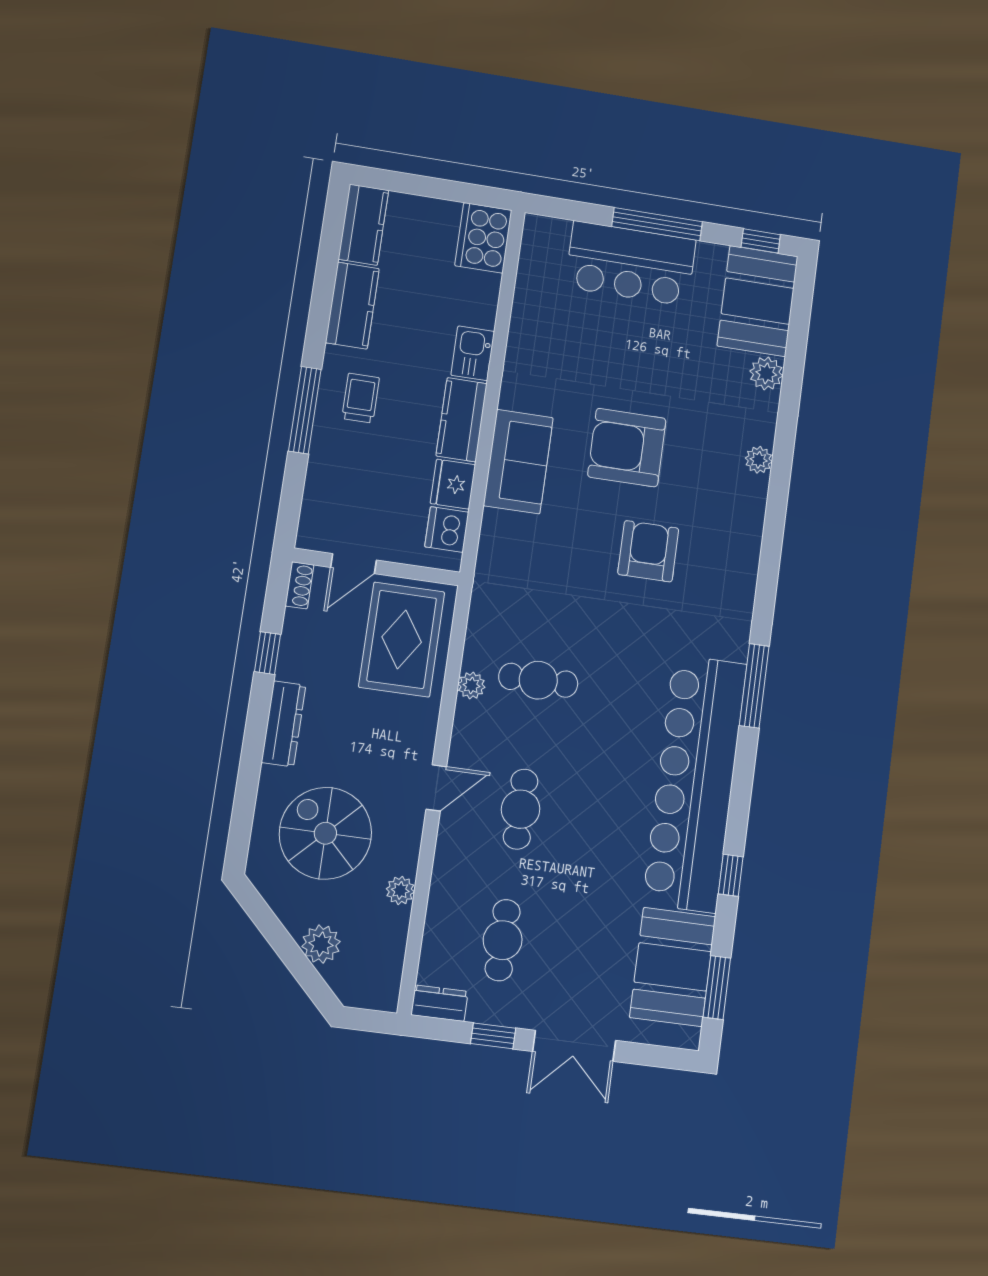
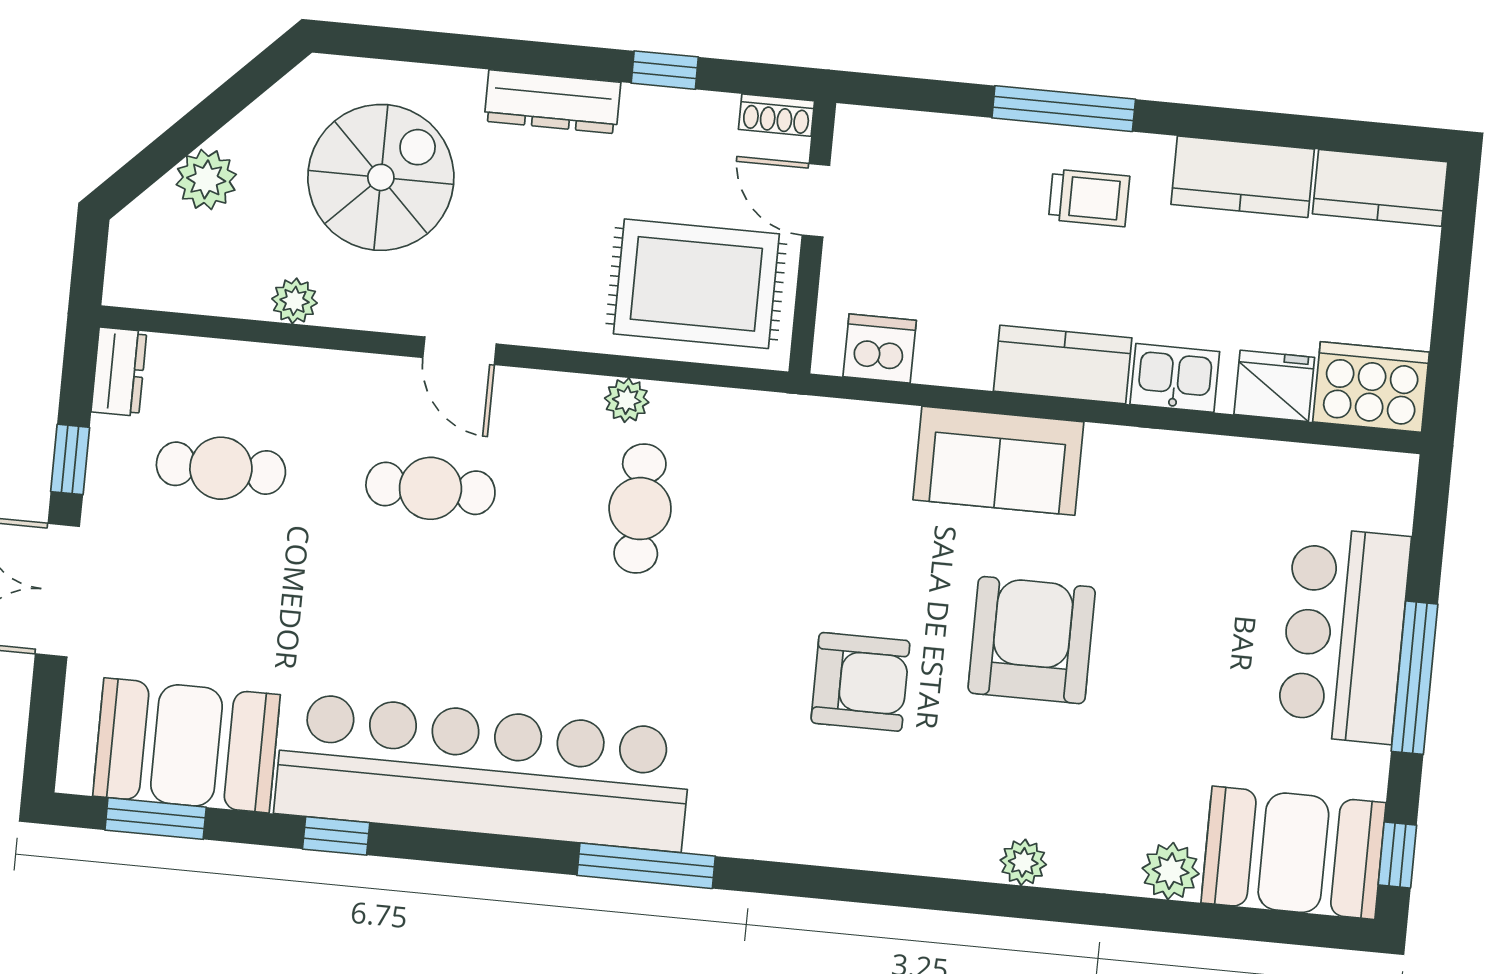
fridge: (453, 484) -> (1274, 386), moved

